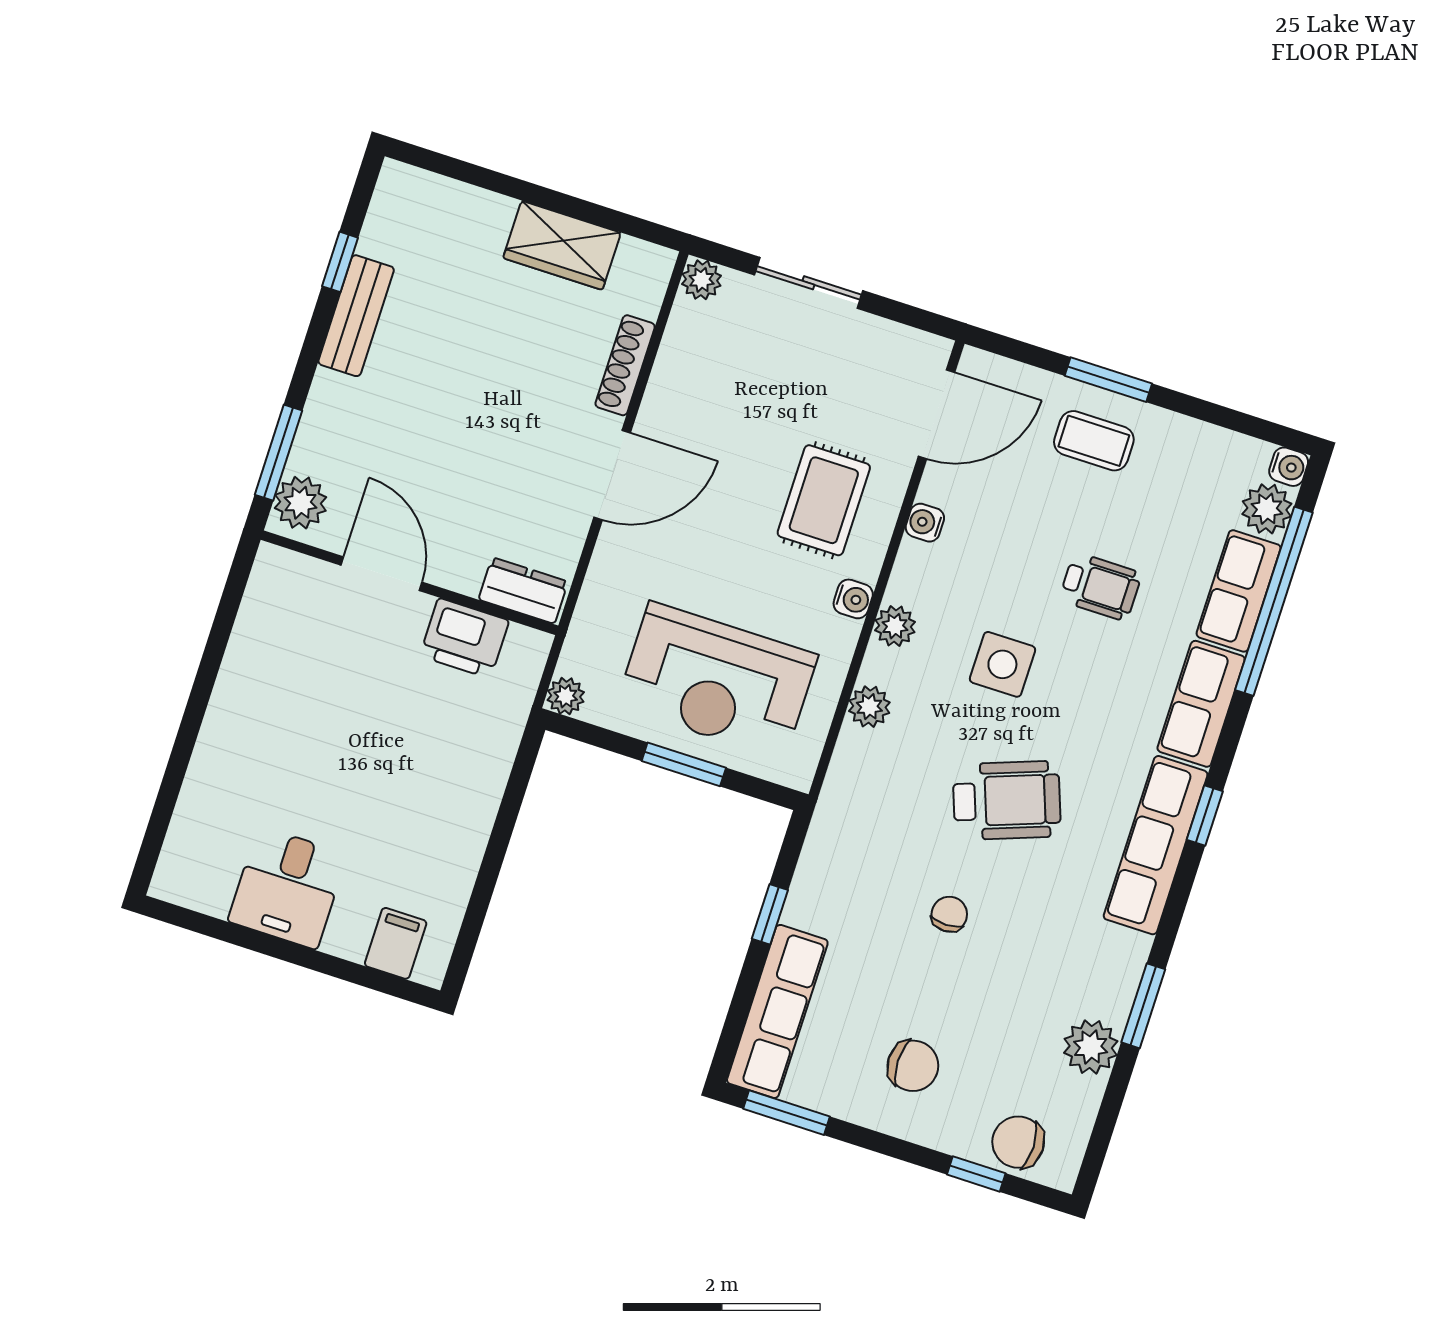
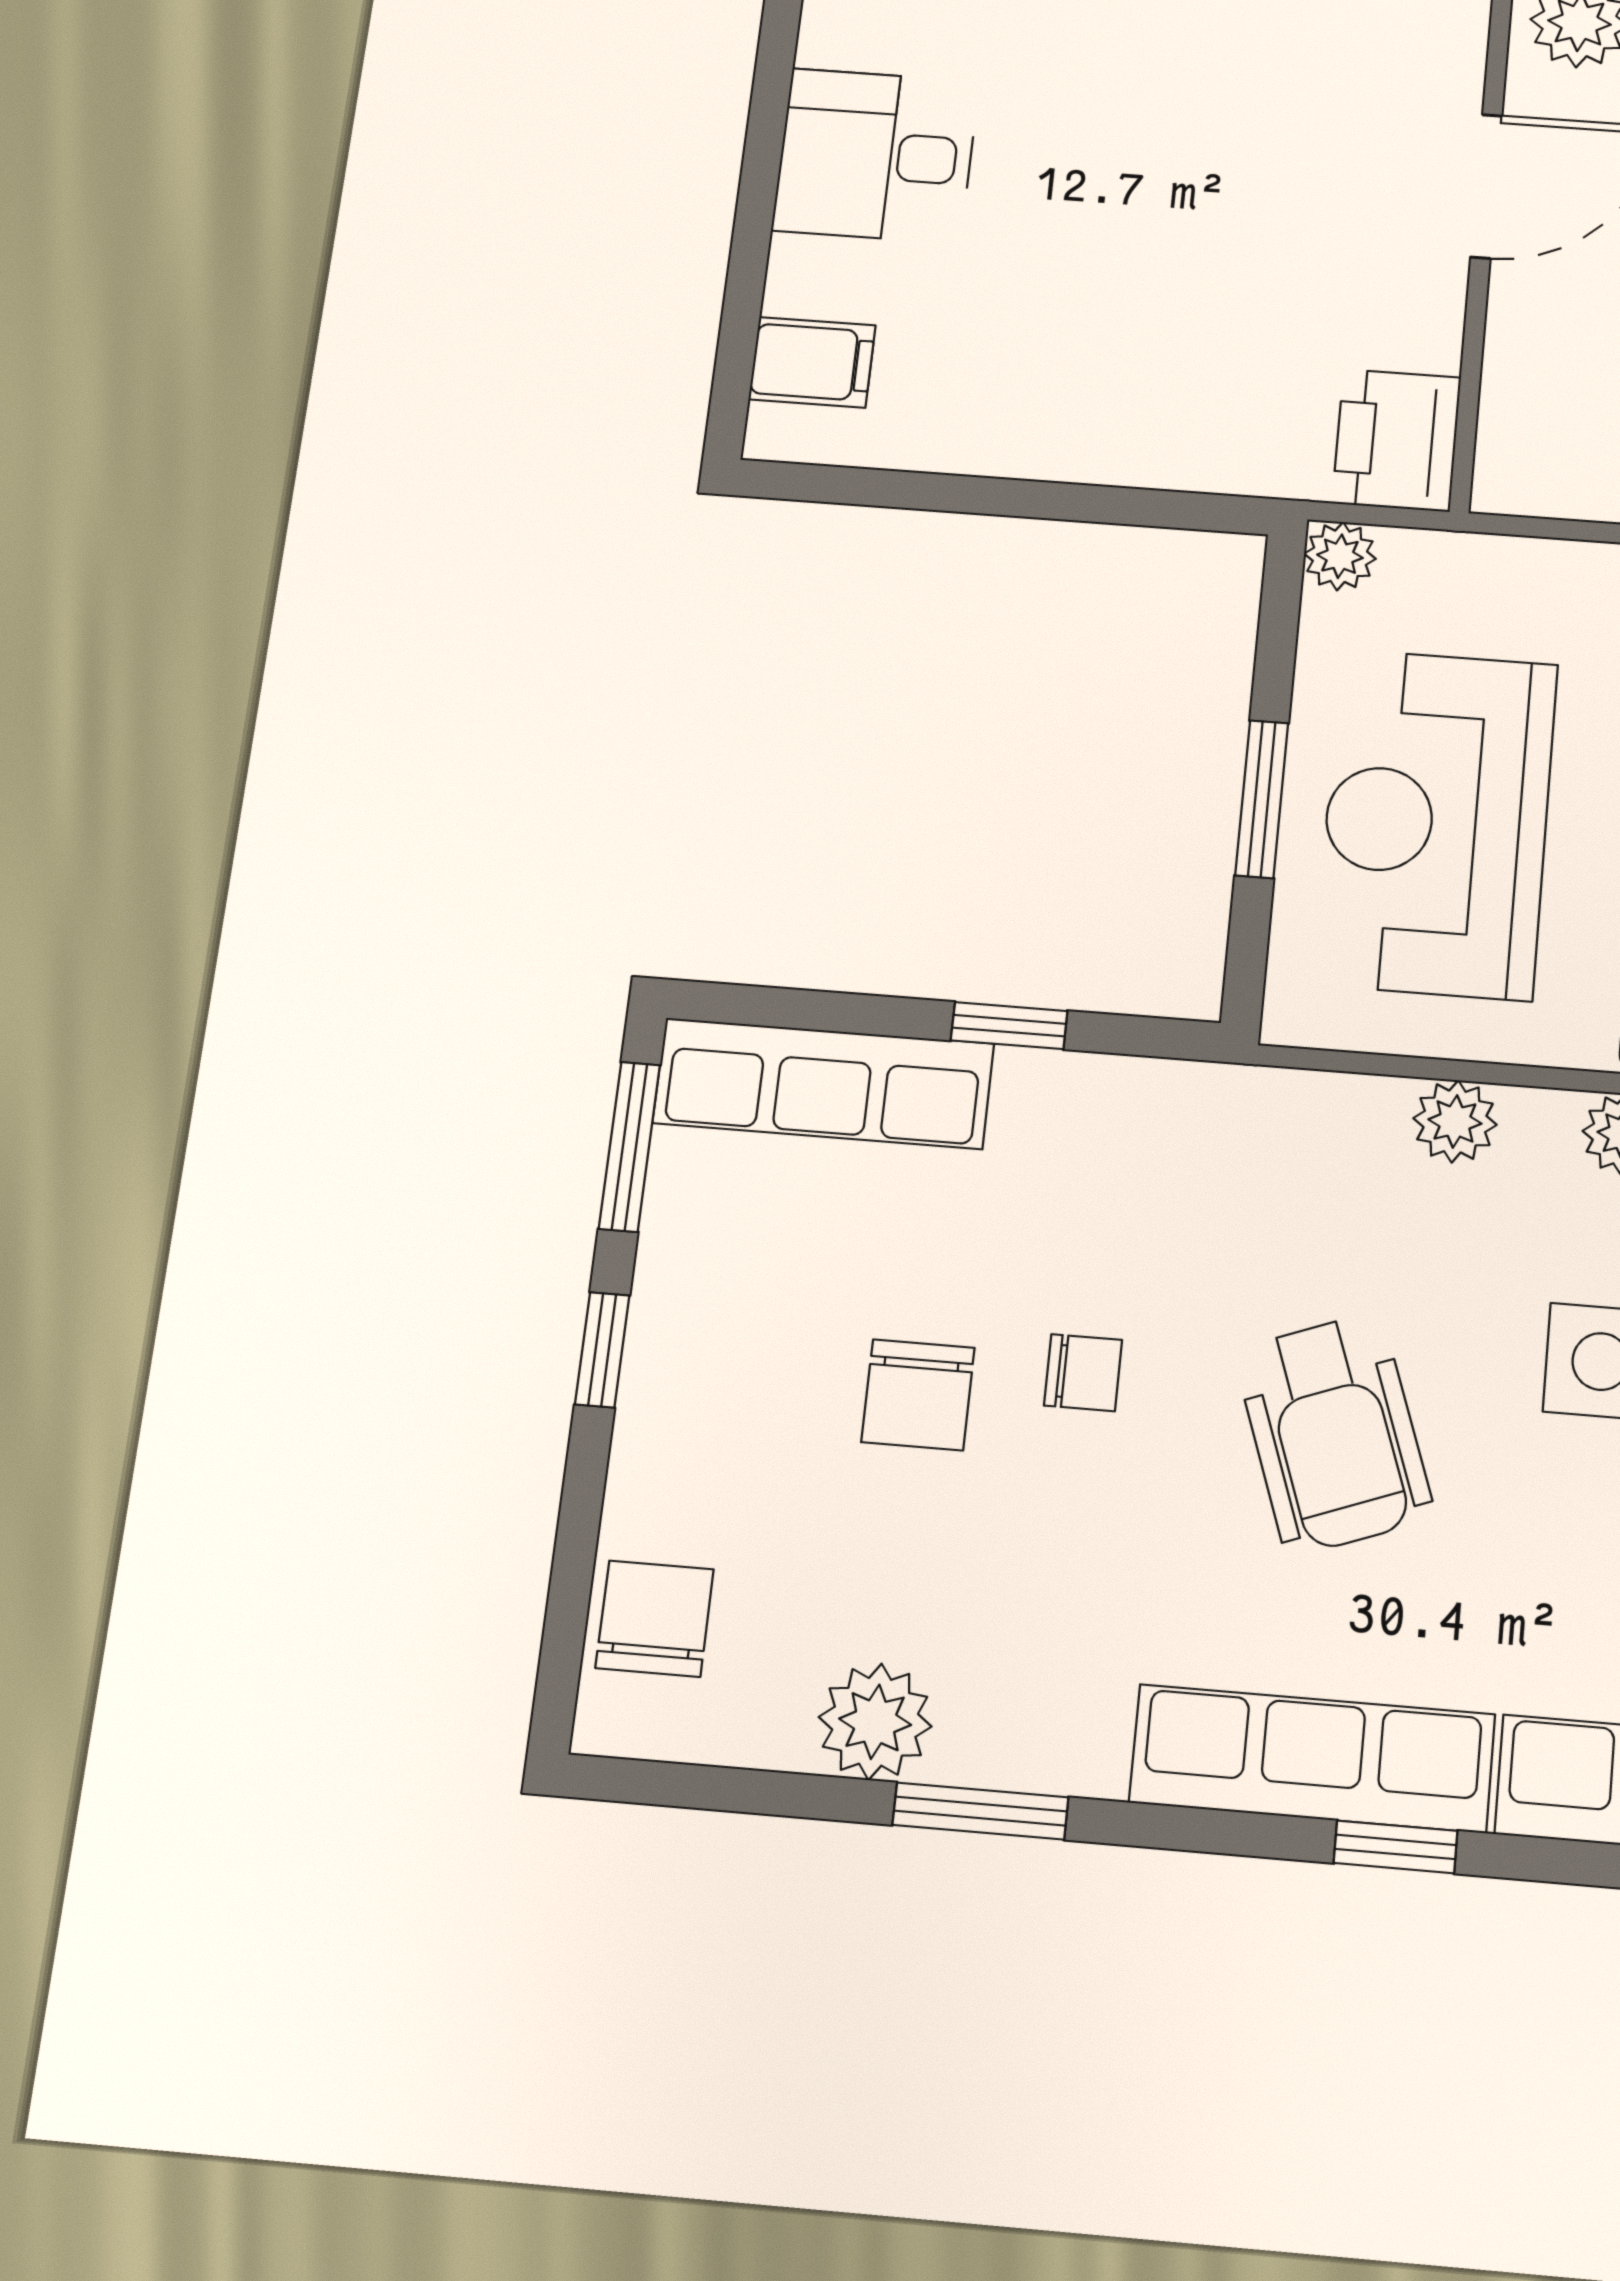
dresser: (523, 591) -> (1518, 437), removed
printer: (464, 638) -> (1397, 440), moved
chair: (913, 1066) -> (918, 1395), moved
window: (976, 1174) -> (602, 1350), moved

